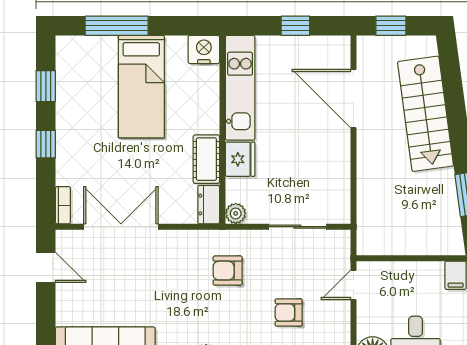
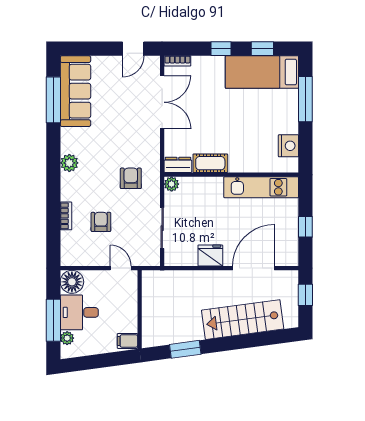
nightstand: (204, 50) -> (288, 146), moved
bed: (141, 87) -> (262, 72), moved
fridge: (240, 159) -> (210, 255), moved, turned 180

